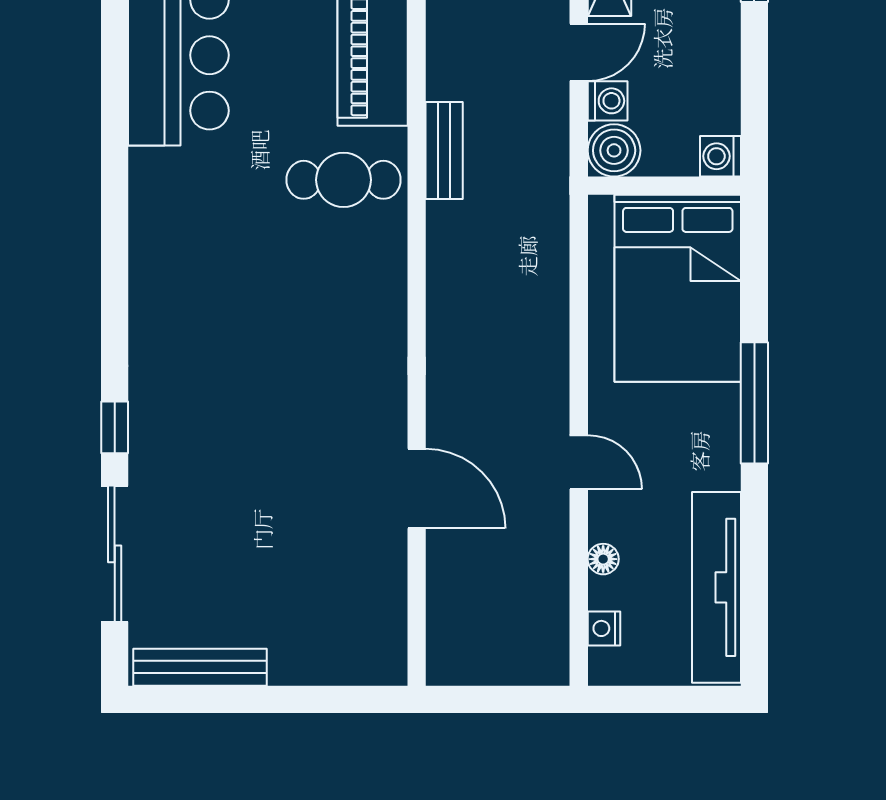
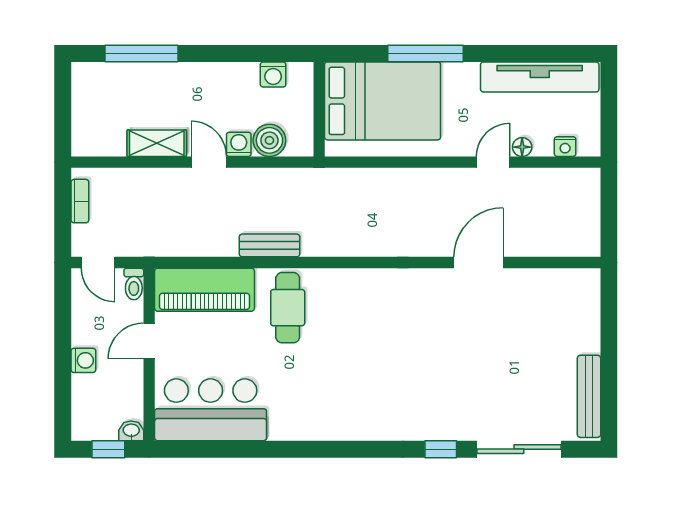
wall: (664, 186) -> (319, 109), moved
bed: (678, 288) -> (383, 101), moved
door: (579, 462) -> (493, 162), moved

